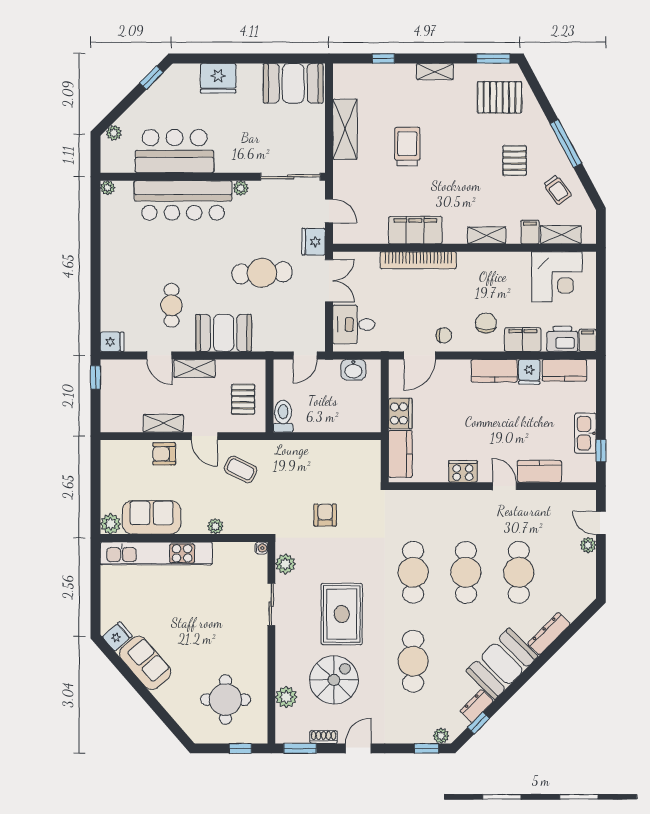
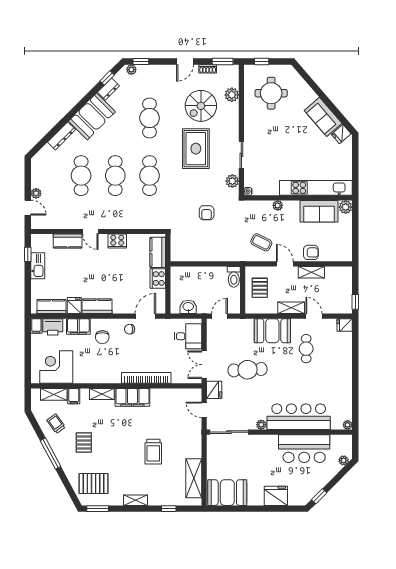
shelving: (345, 129) -> (194, 478), moved
filing cabinet: (415, 230) -> (132, 397), moved

